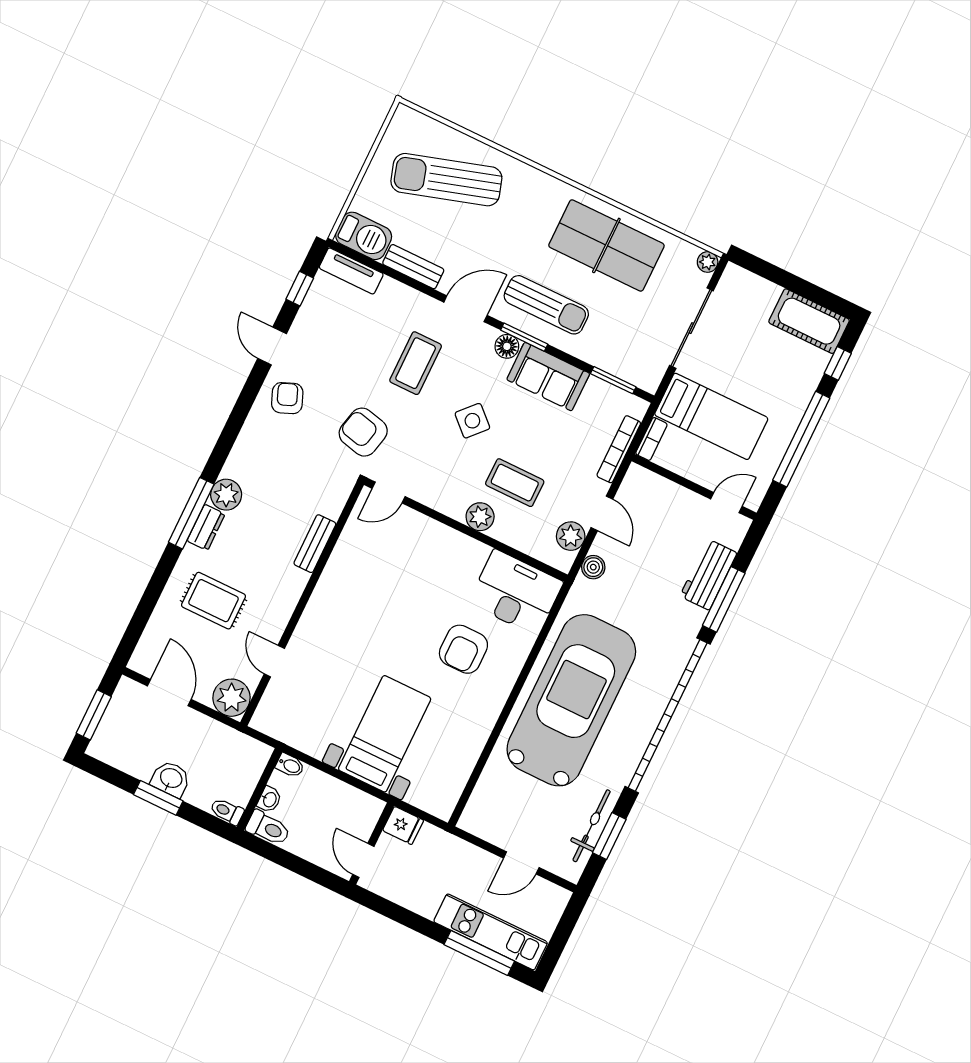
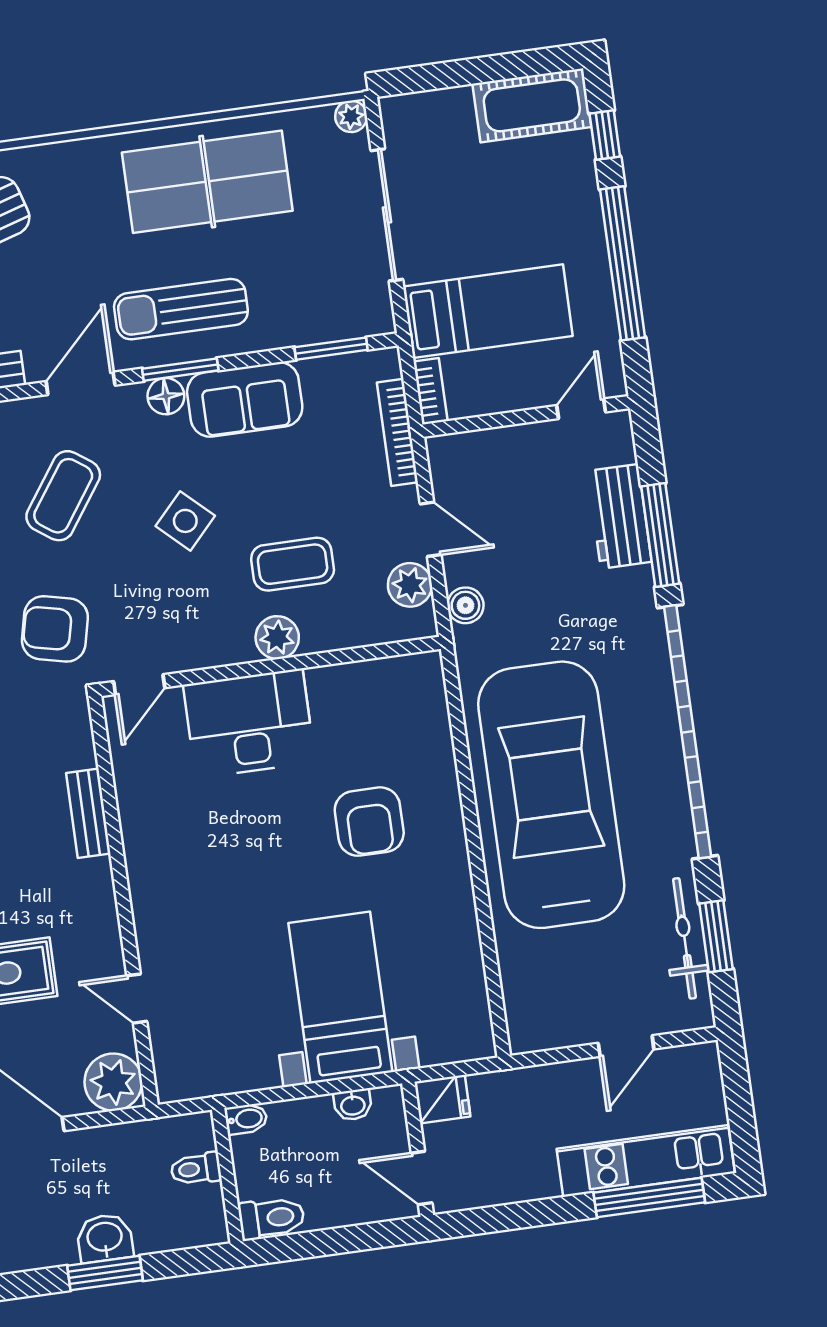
sun lounger: (546, 305) -> (181, 309), turned 180
coffee table: (416, 363) -> (63, 496), turned 35
desk: (516, 592) -> (249, 723), moved
washbasin: (269, 799) -> (353, 1105), moved, turned 90
toilet: (227, 811) -> (196, 1169), moved

